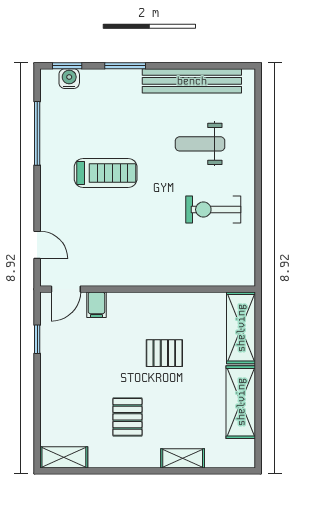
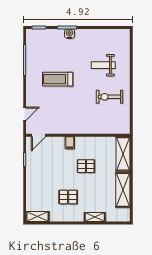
water cooler: (69, 79) -> (70, 34), moved
bench: (192, 81) -> (99, 35), removed
treadmill: (106, 173) -> (58, 79), turned 180
door: (37, 245) -> (25, 114), hinge flipped
filing cabinet: (96, 305) -> (70, 143), moved
pallet: (127, 417) -> (68, 197), turned 90

